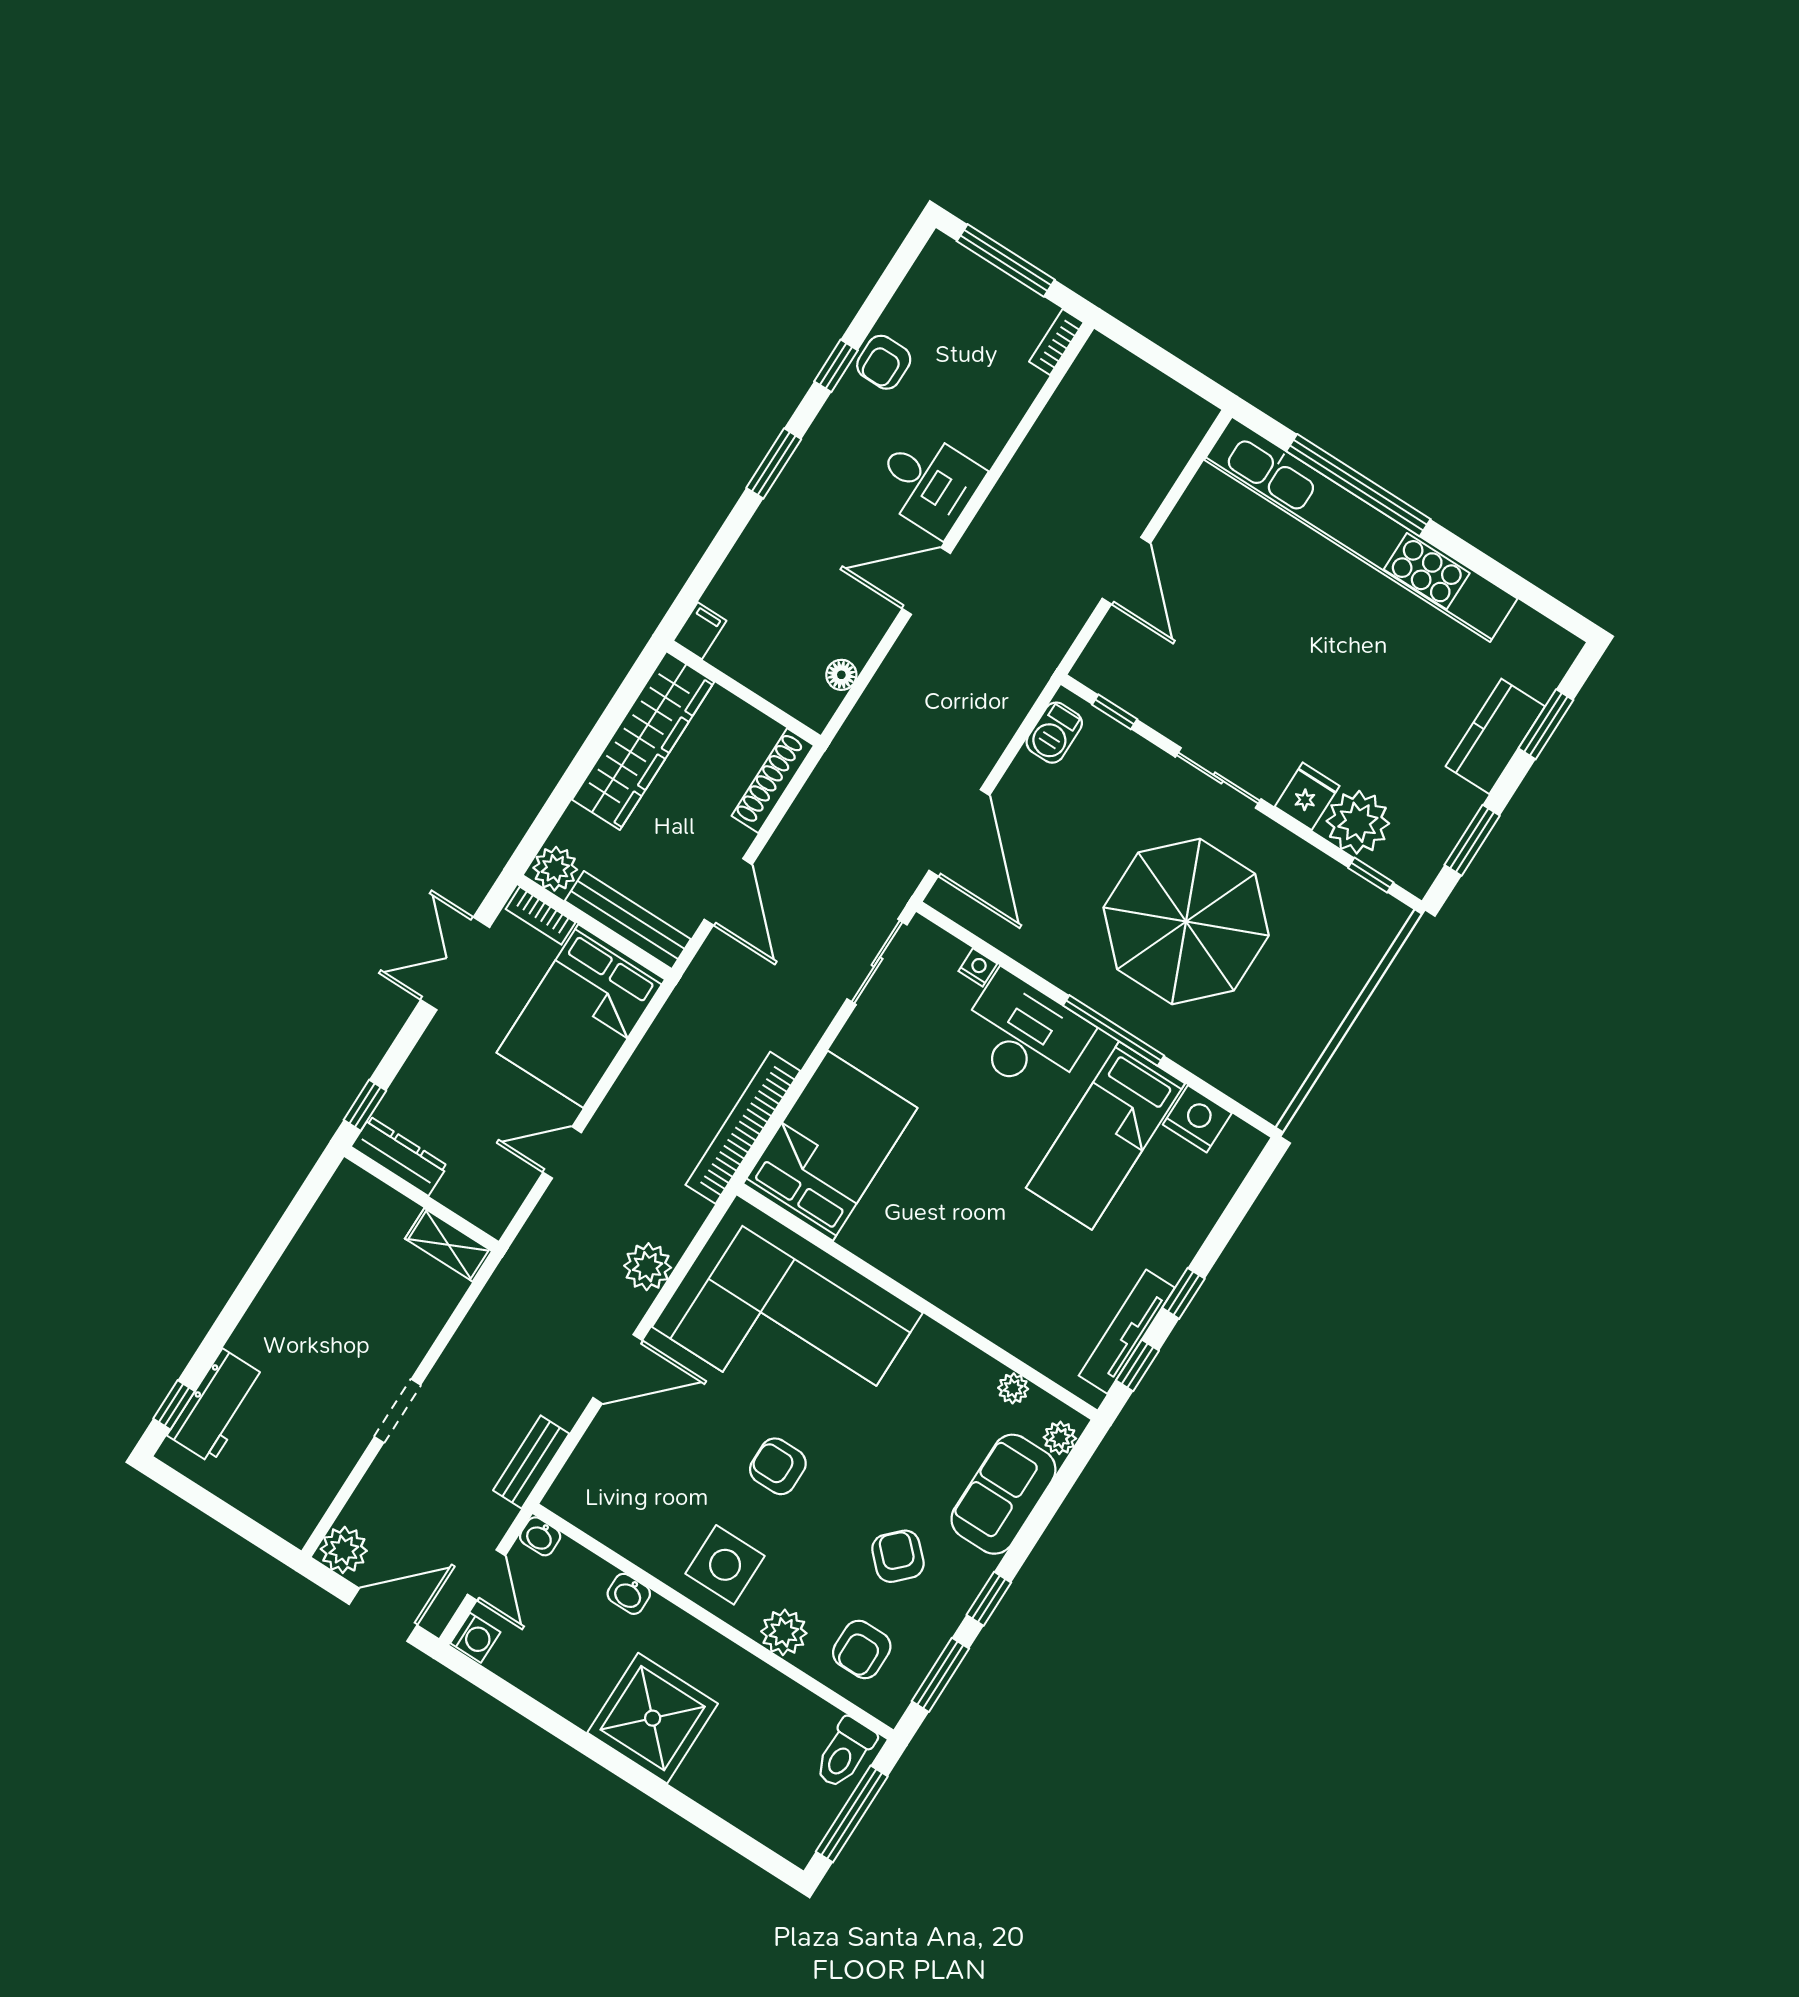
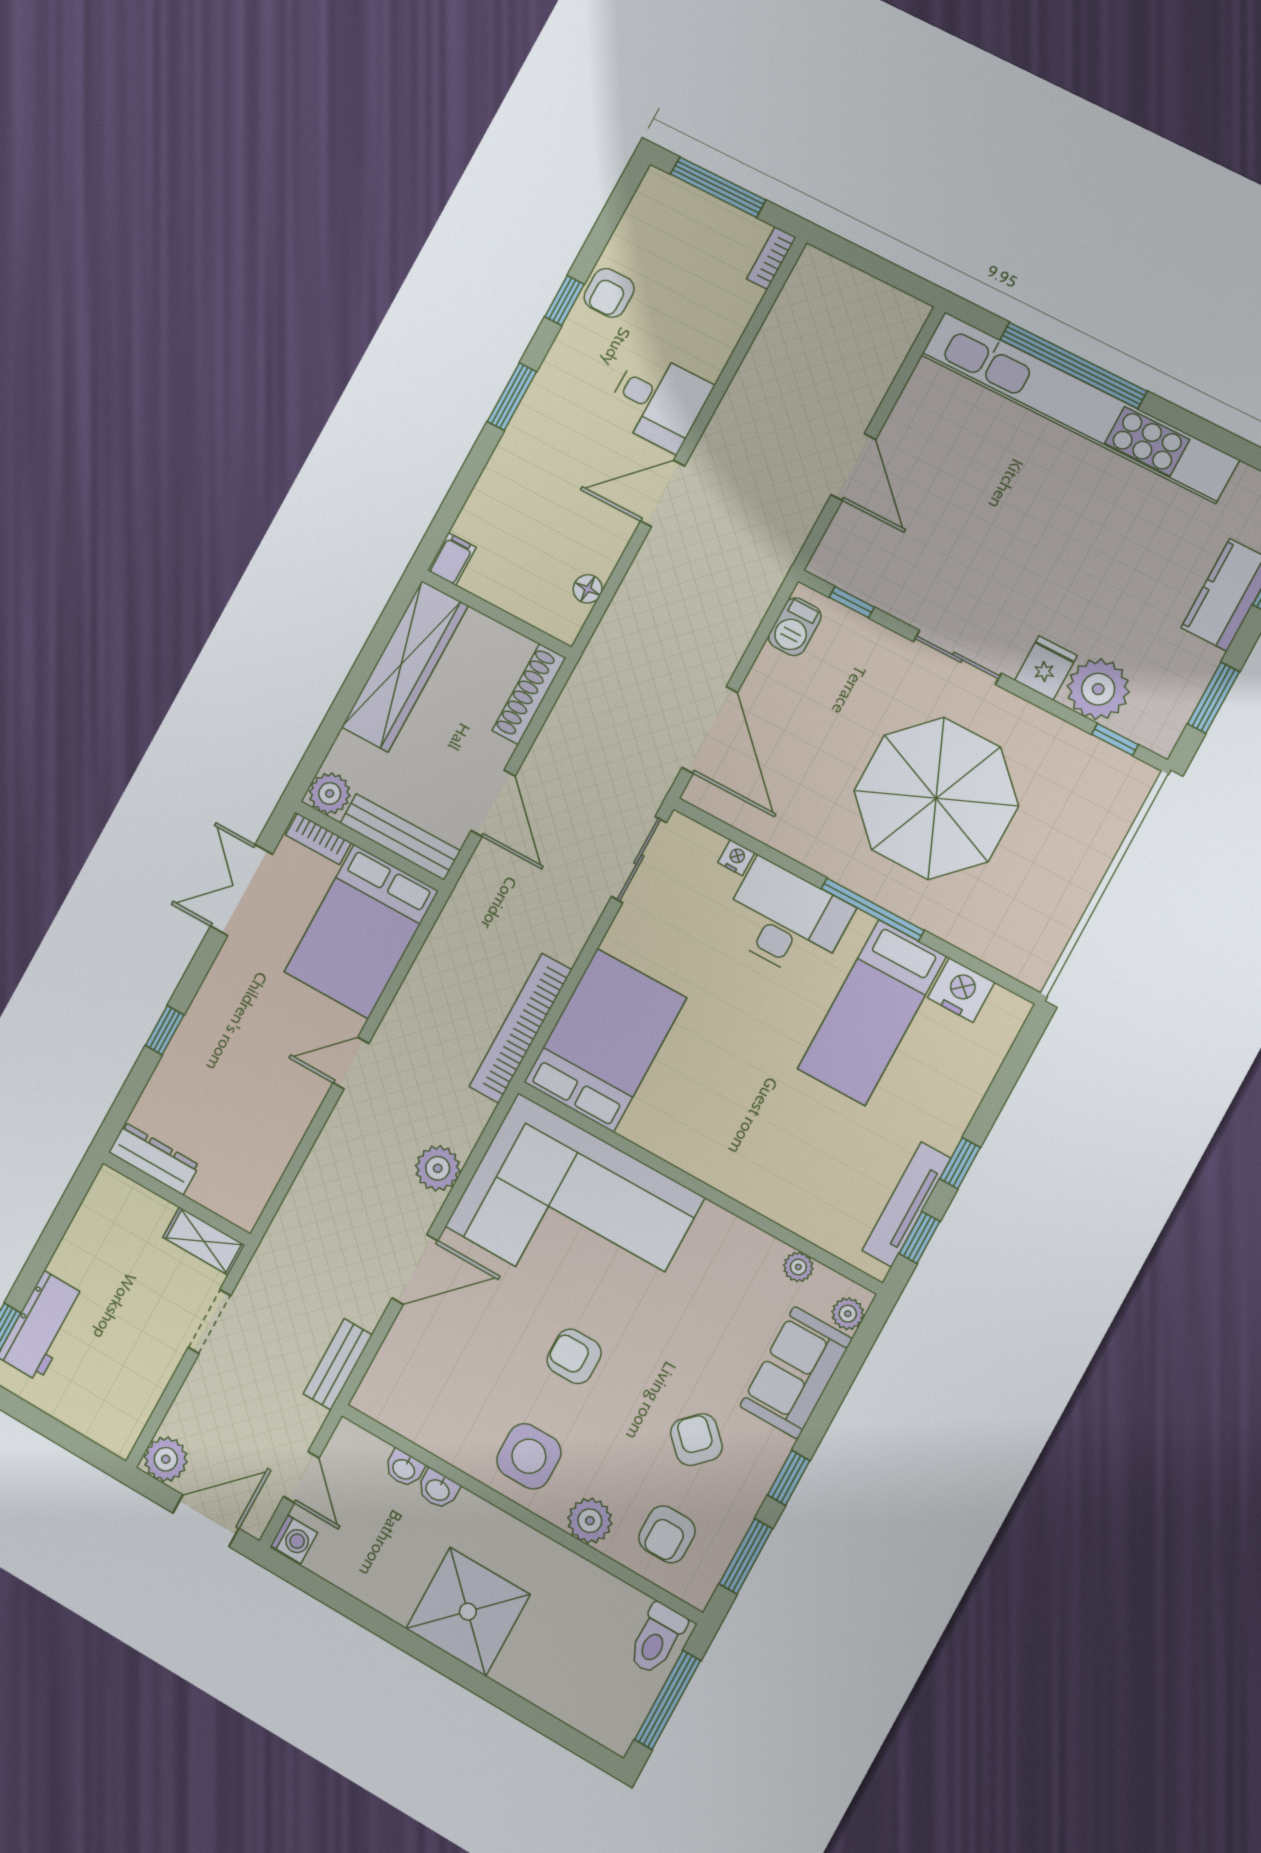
dresser: (399, 1156) -> (154, 1159), moved
wall: (421, 1199) -> (176, 1198), moved
shelving: (448, 1245) -> (204, 1241), moved
washbasin: (540, 1536) -> (404, 1469), moved

